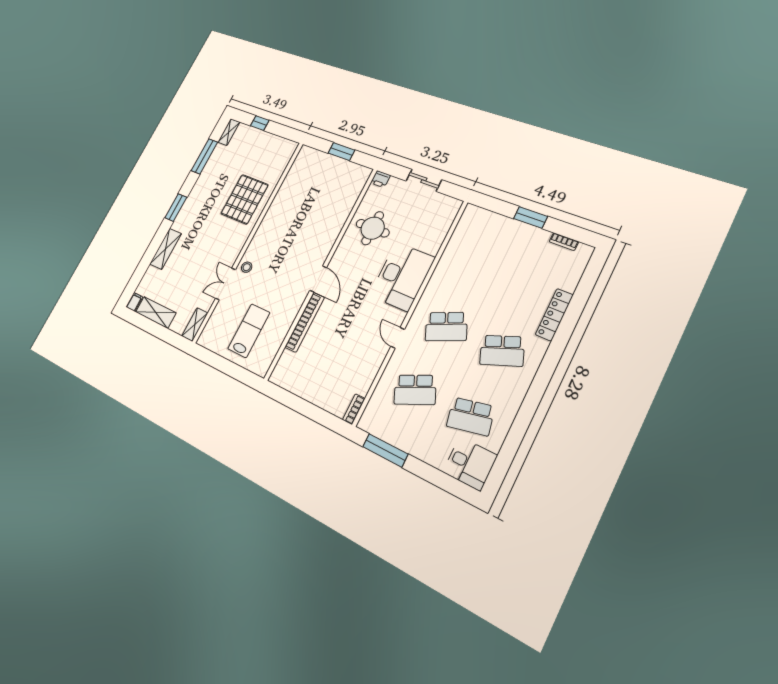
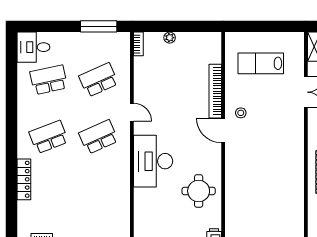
stool: (247, 267) -> (241, 113), moved
lab bench: (249, 331) -> (261, 63), turned 90
plant: (319, 400) -> (170, 38), added

